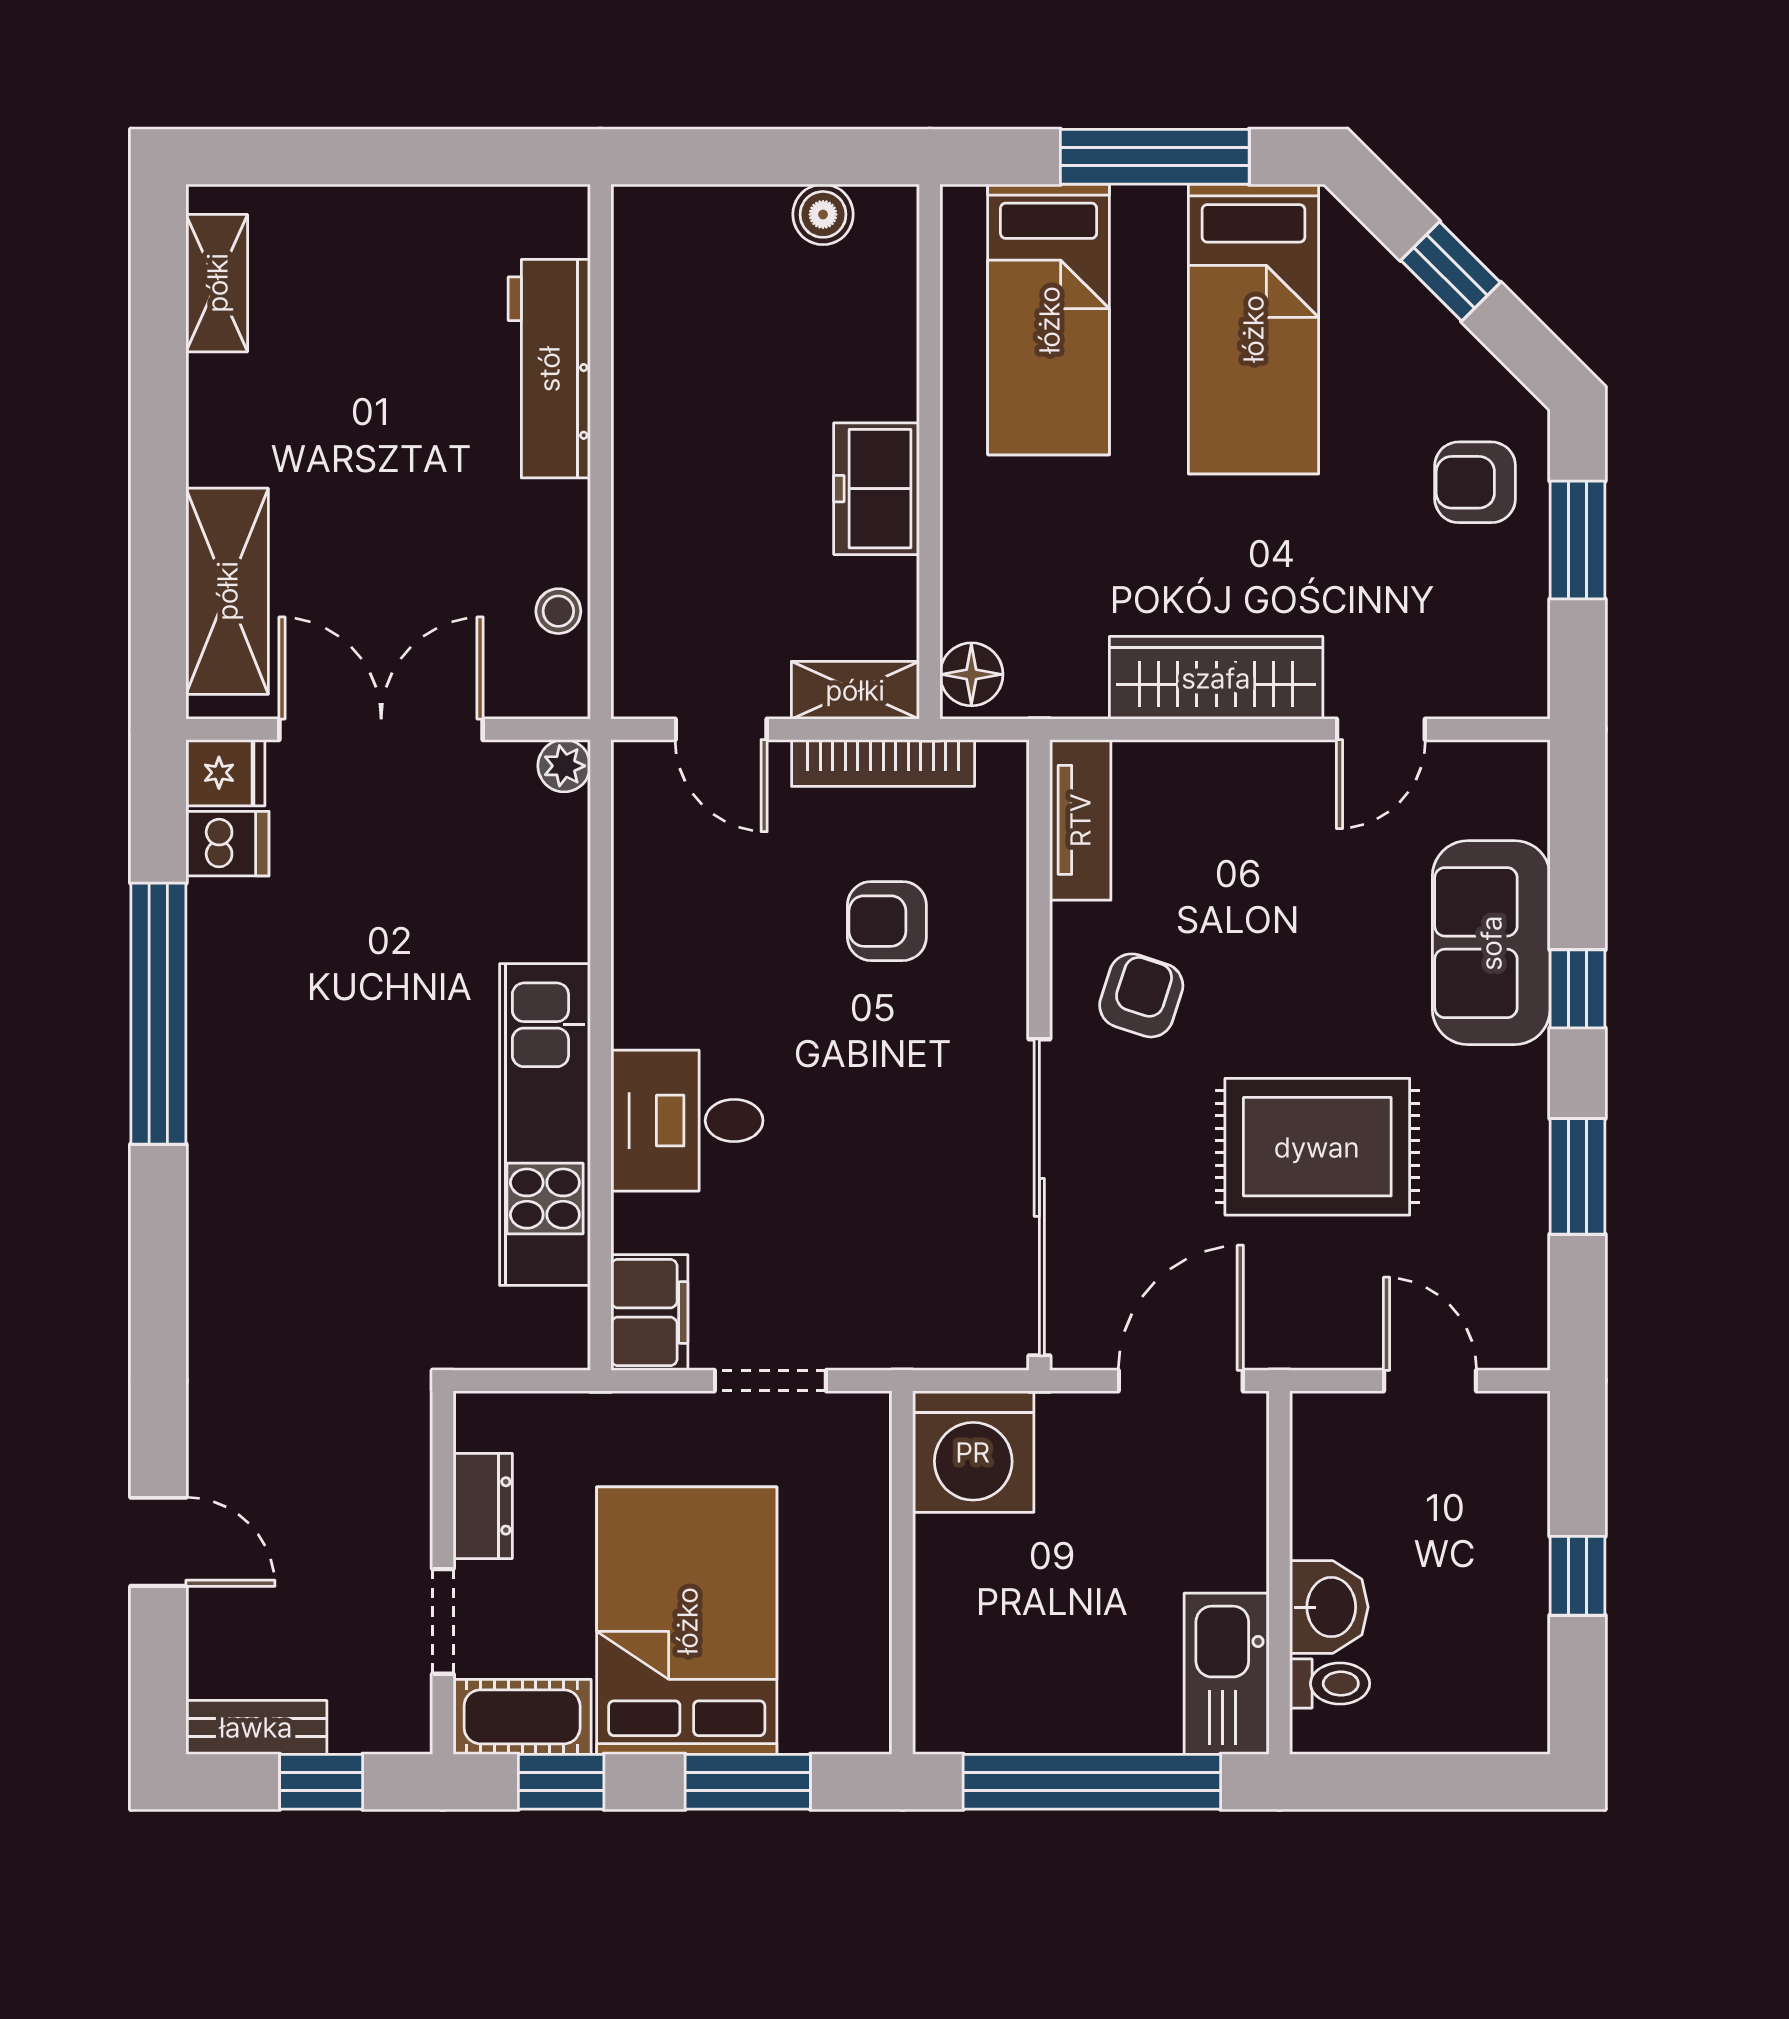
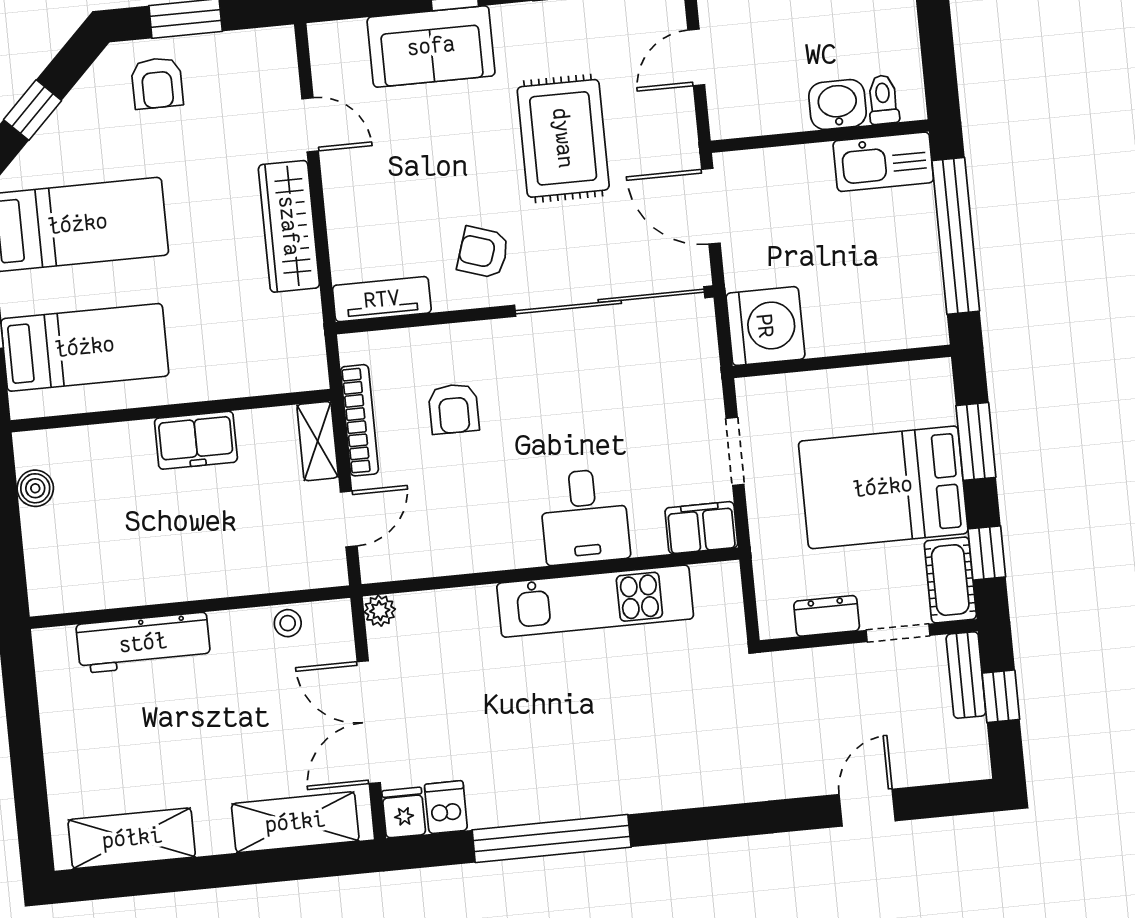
shelving: (217, 283) -> (132, 838), width x1.50, depth x1.33
floor lamp: (971, 674) -> (301, 373), removed
bench: (256, 1727) -> (966, 675), moved

